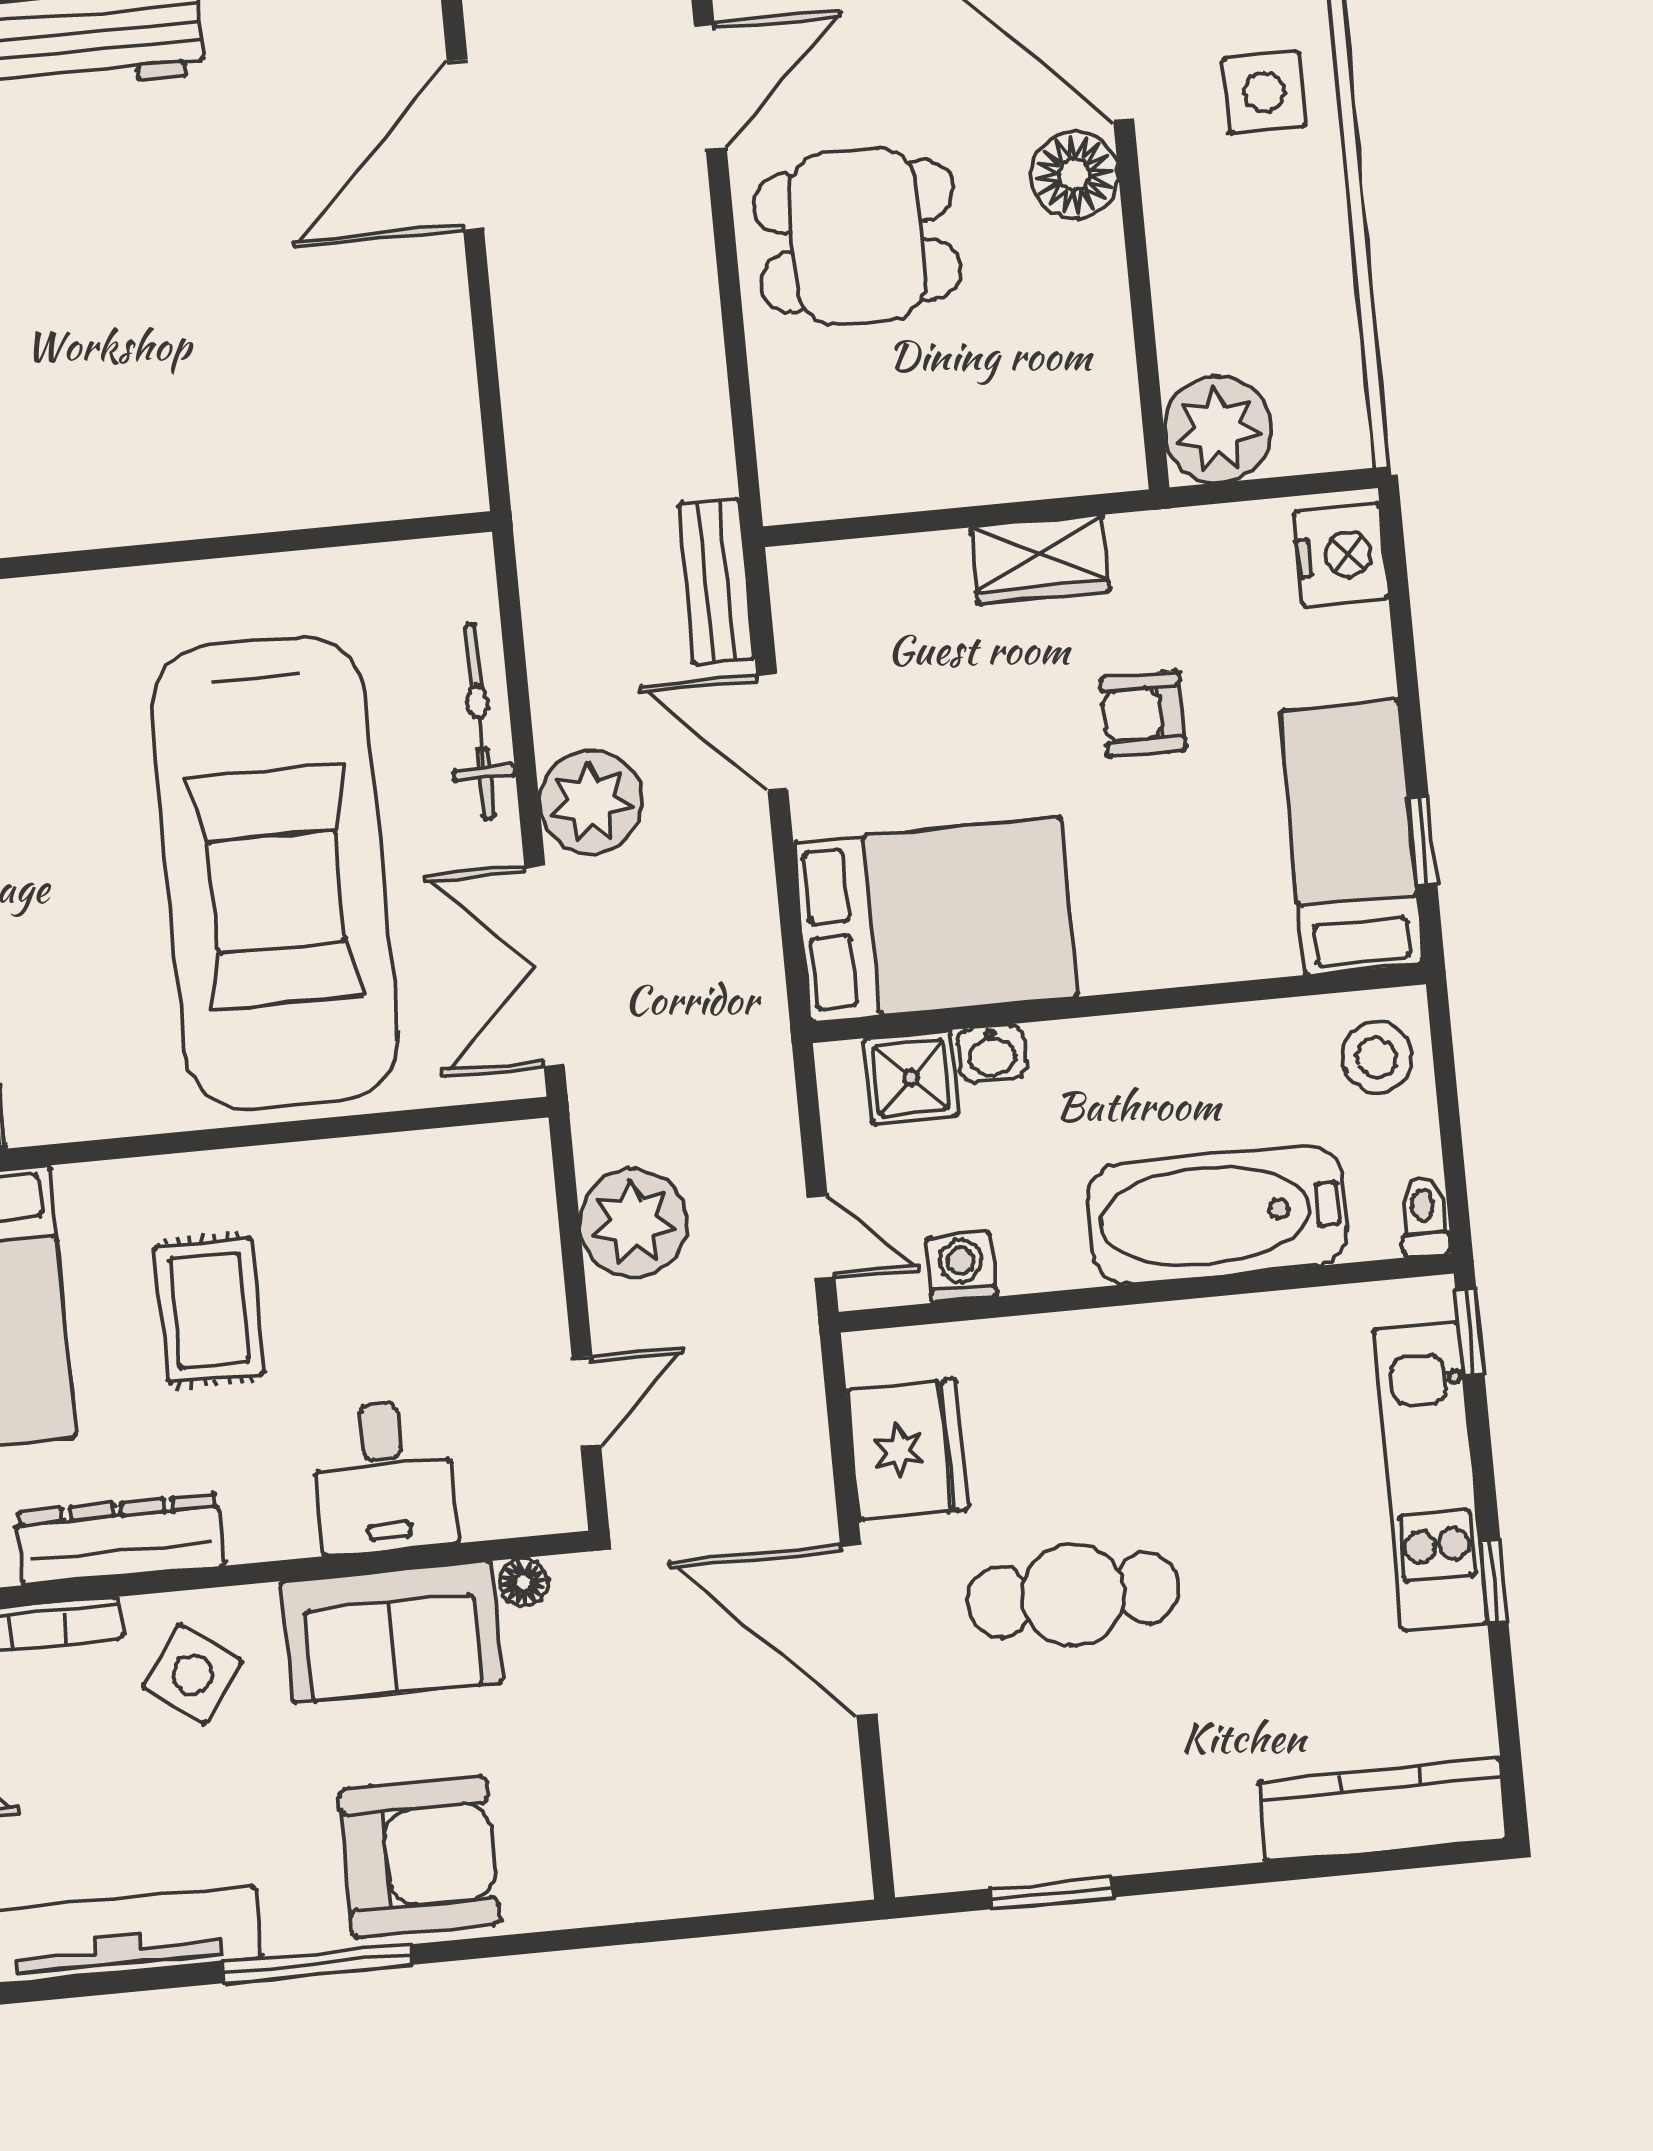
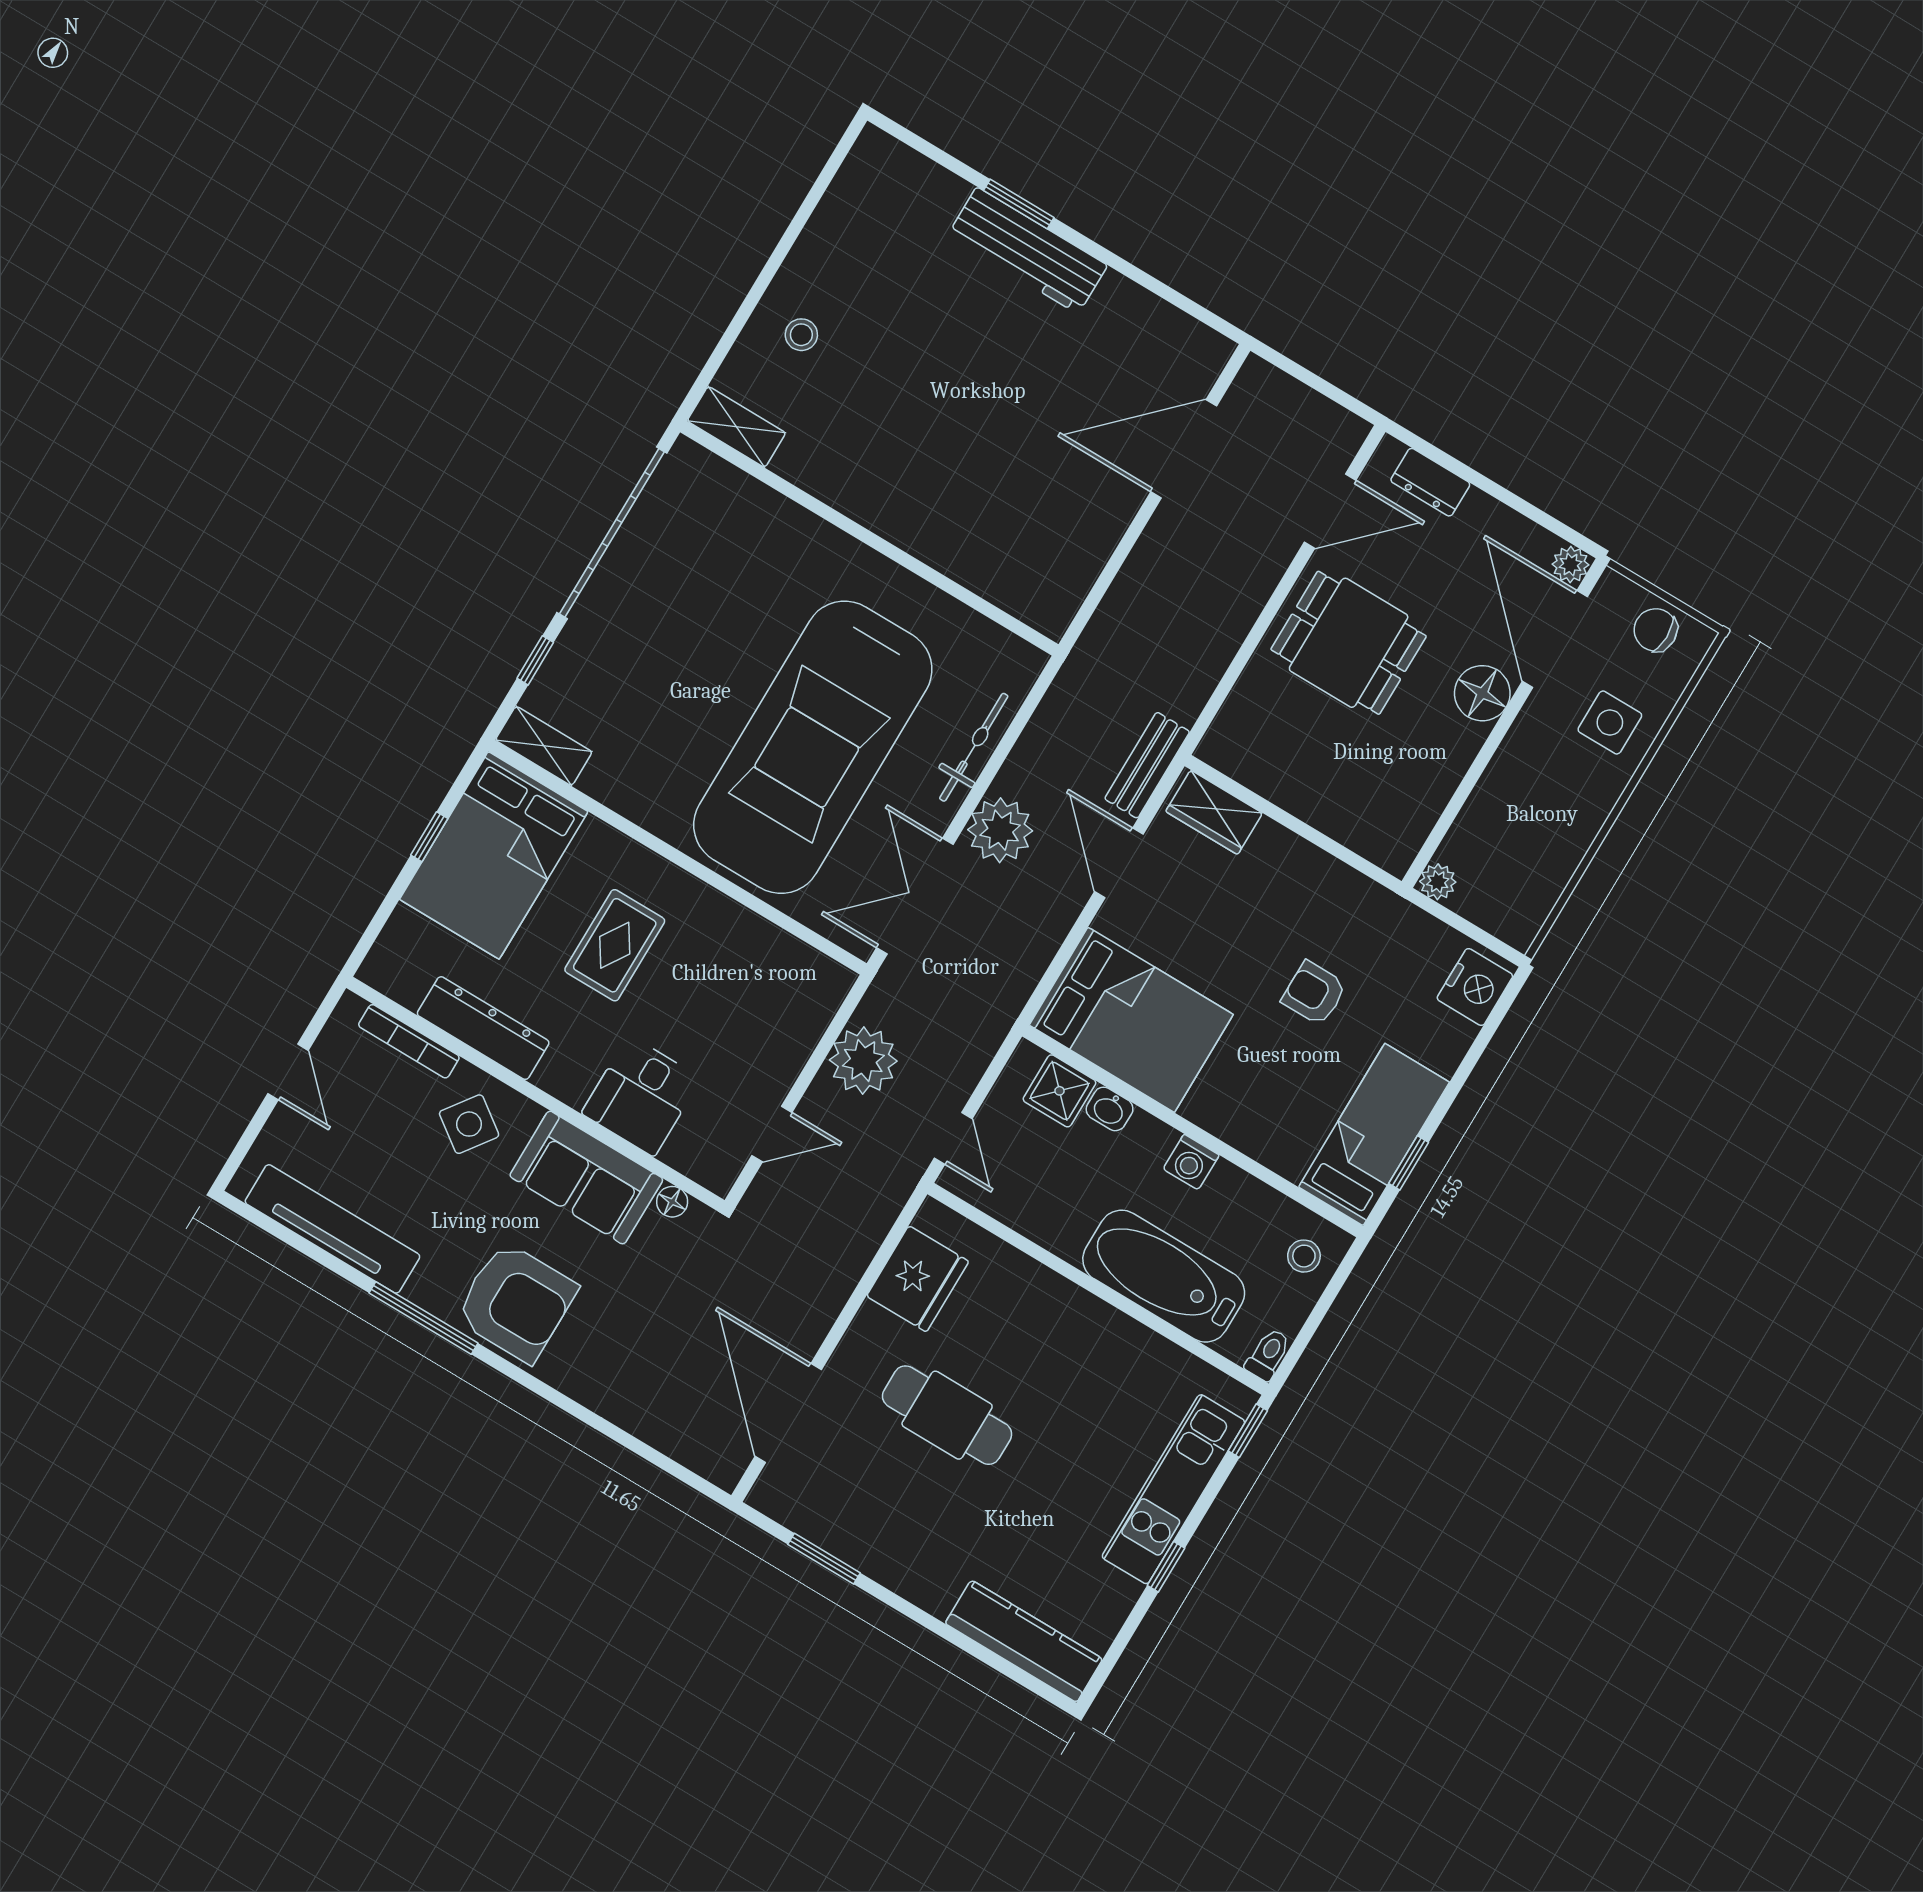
plant: (1218, 429) -> (1438, 882), width x0.53, depth x0.53
wardrobe: (1040, 559) -> (1214, 812), moved
stool: (1377, 1057) -> (1304, 1256), width x0.73, depth x0.73
washing machine: (961, 1267) -> (1191, 1162), moved, turned 180
door: (859, 1630) -> (788, 1413), moved

